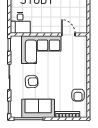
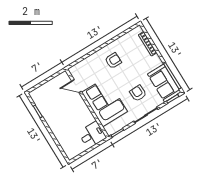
door: (68, 35) -> (77, 86), hinge flipped
armchair: (78, 95) -> (113, 61), moved
sofa: (38, 108) -> (164, 83), moved

